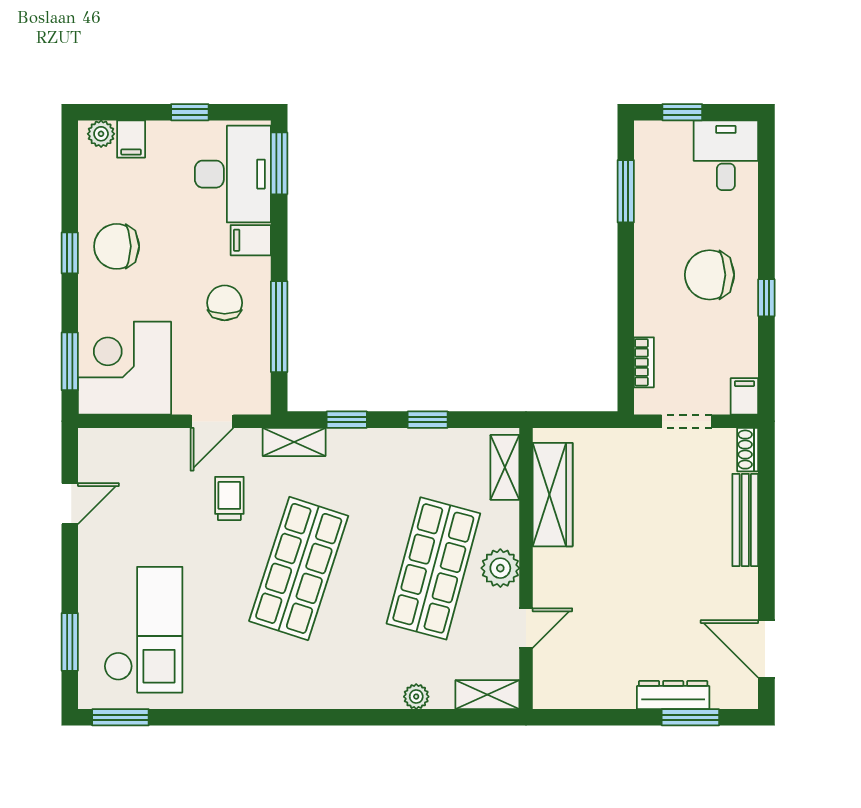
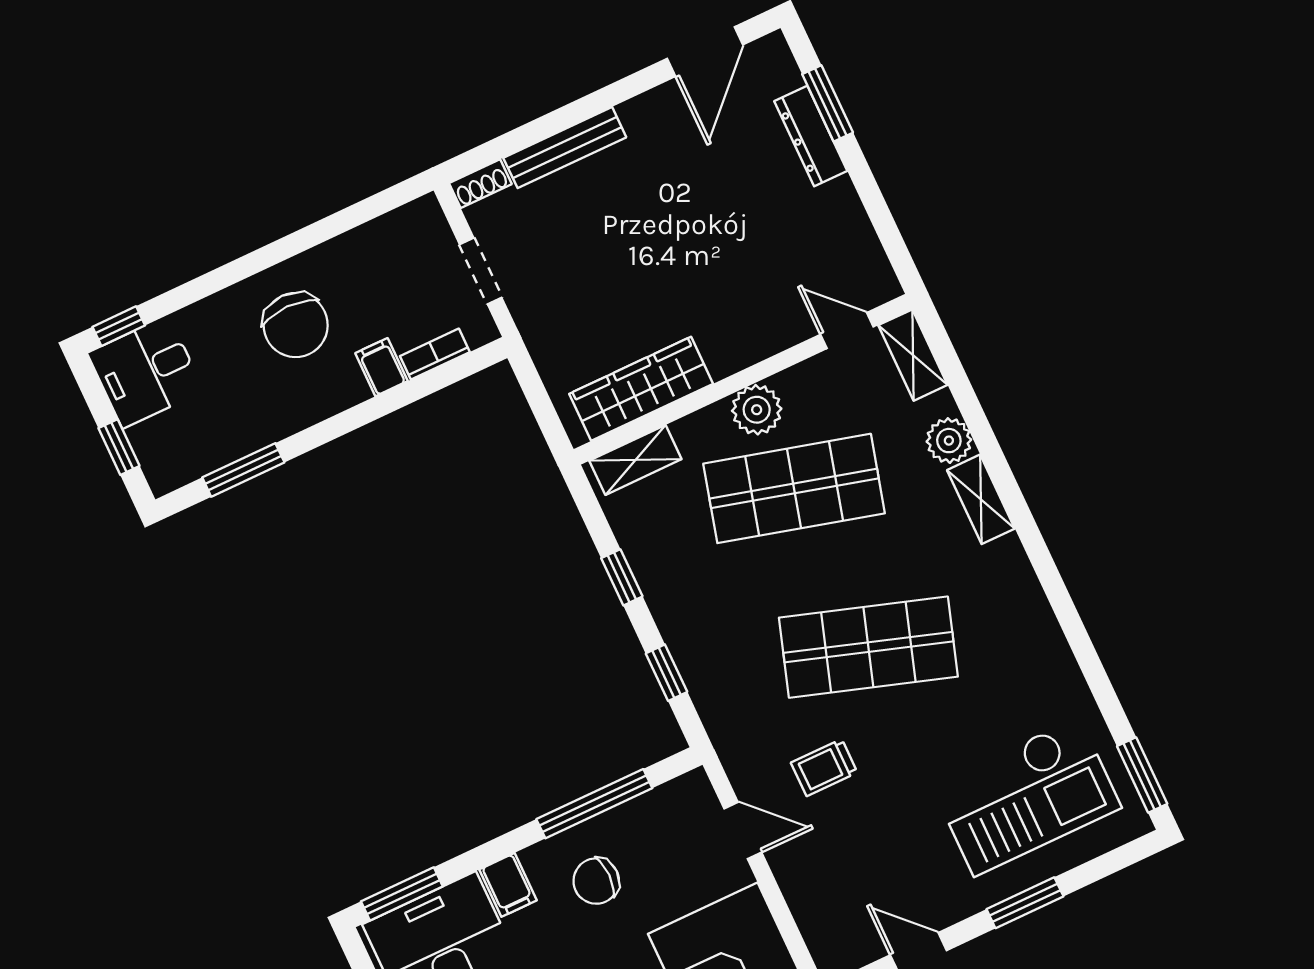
window: (766, 298) -> (119, 326), moved
filing cabinet: (744, 396) -> (381, 367), moved, turned 90
shelving: (294, 442) -> (981, 499), moved
door: (526, 628) -> (847, 331), moved
checkout: (143, 630) -> (1026, 796), turned 180
window: (70, 642) -> (1025, 903), moved
plant: (416, 697) -> (949, 441), width x1.38, depth x1.38

